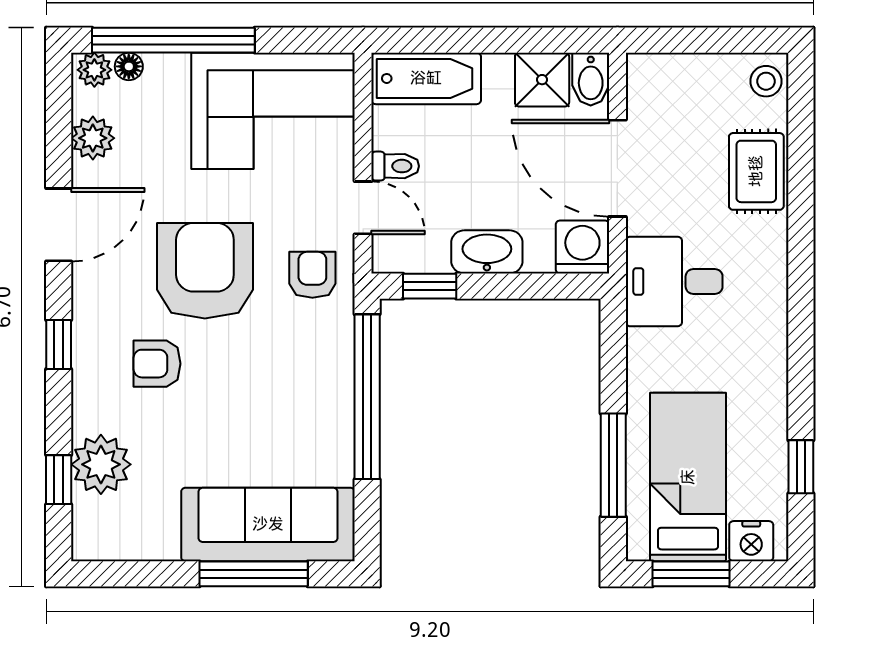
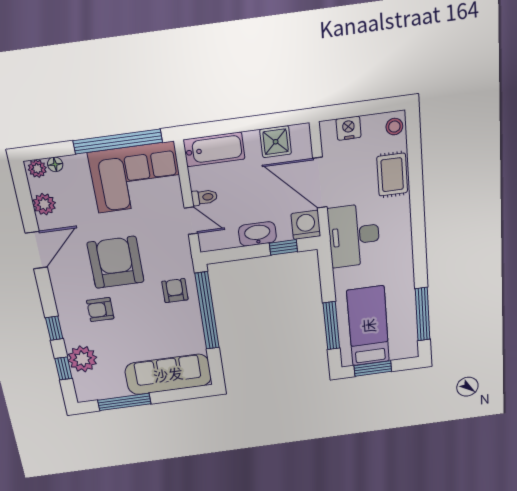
window: (173, 40) -> (118, 141), moved
bidet: (591, 79) -> (301, 138), removed
armchair: (312, 275) -> (175, 291), moved
desk: (674, 281) -> (354, 236), width x1.37
window: (430, 286) -> (283, 247), moved
window: (59, 344) -> (54, 328), moved
window: (801, 467) -> (423, 314), width x2.17
nightstand: (751, 541) -> (349, 128), moved, turned 180
window: (254, 574) -> (124, 402), moved

